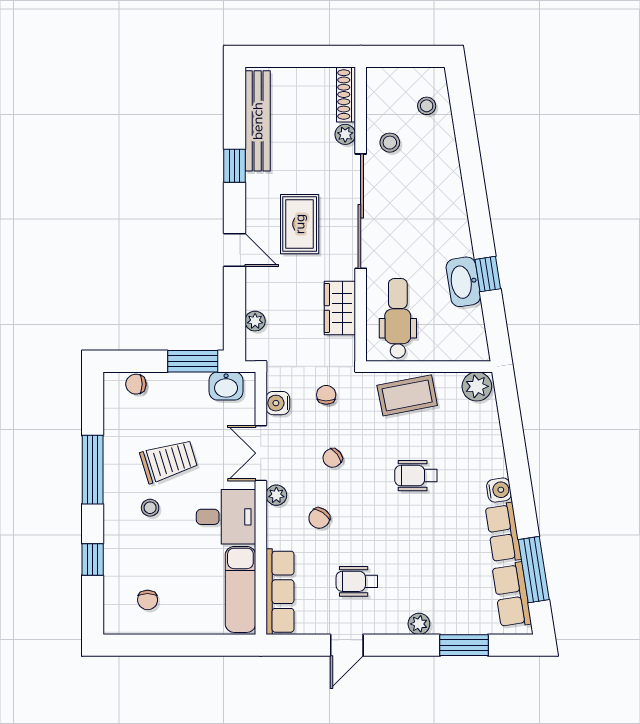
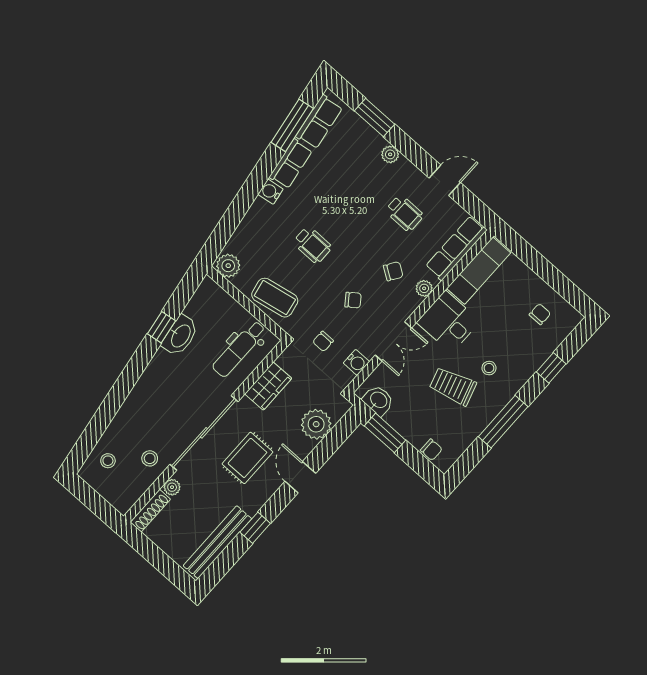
plant: (255, 321) -> (316, 424), width x1.87, depth x1.87
plant: (276, 495) -> (424, 288), moved

